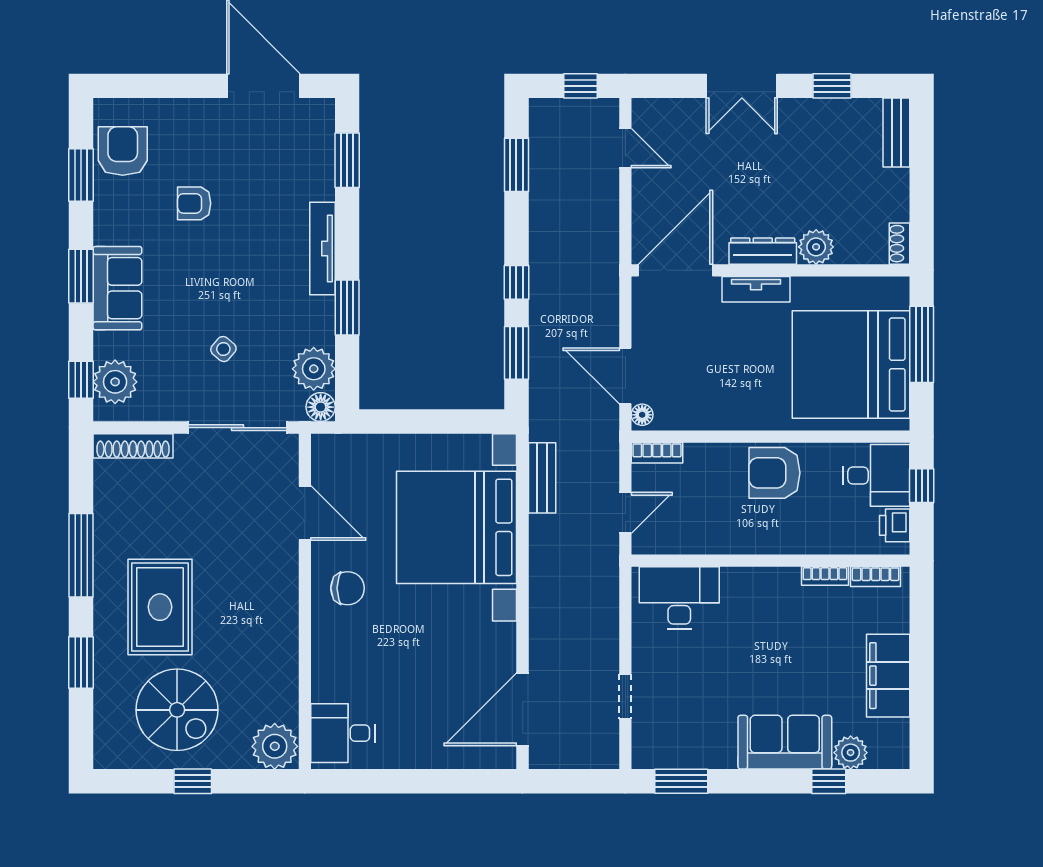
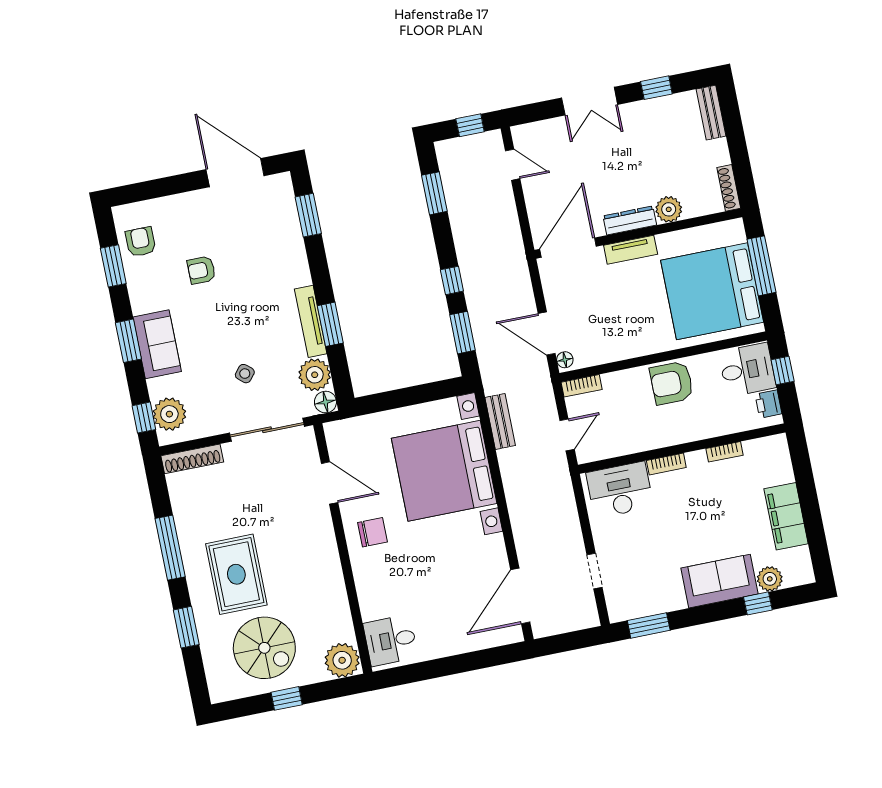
armchair: (123, 151) -> (141, 242), width x0.72, depth x0.72
shoe rack: (899, 244) -> (729, 188), width x1.43
tv unit: (322, 248) -> (311, 321), moved
bookcase: (876, 577) -> (666, 464), moved

